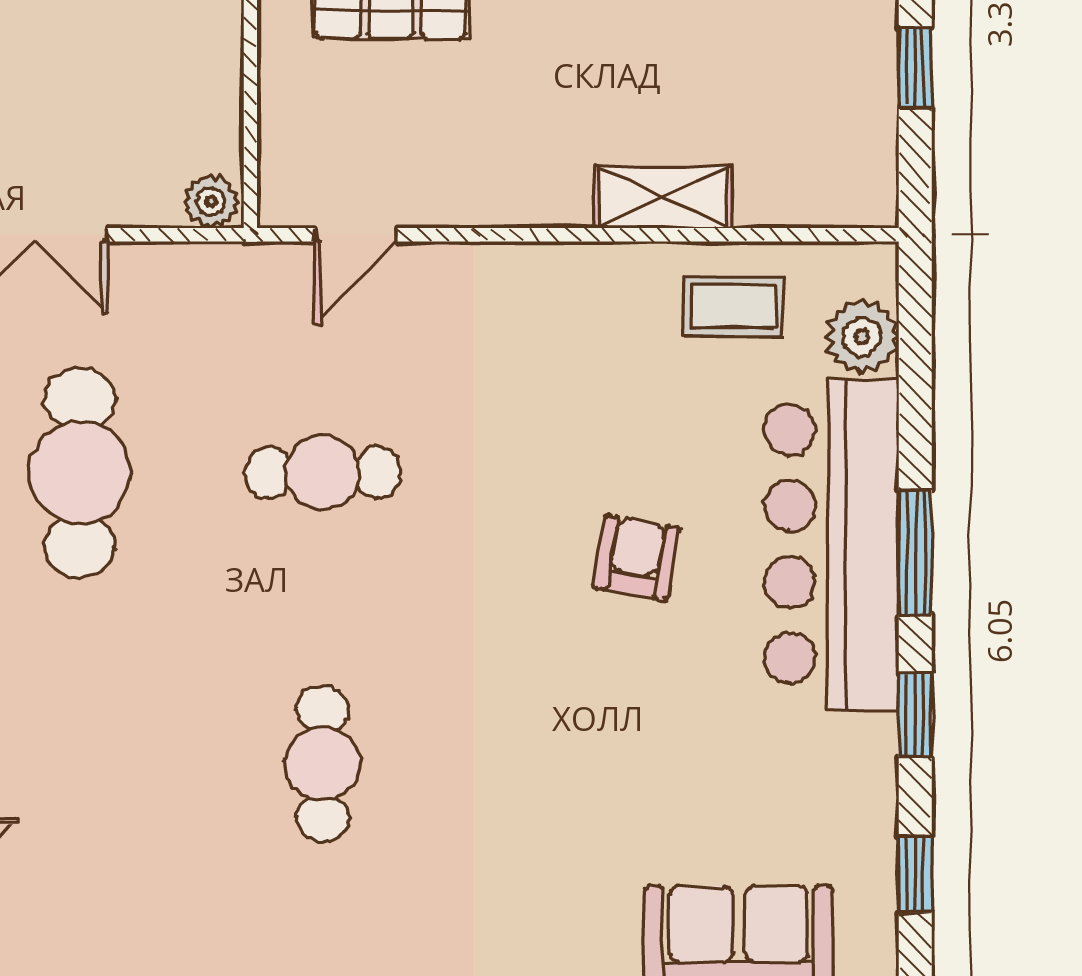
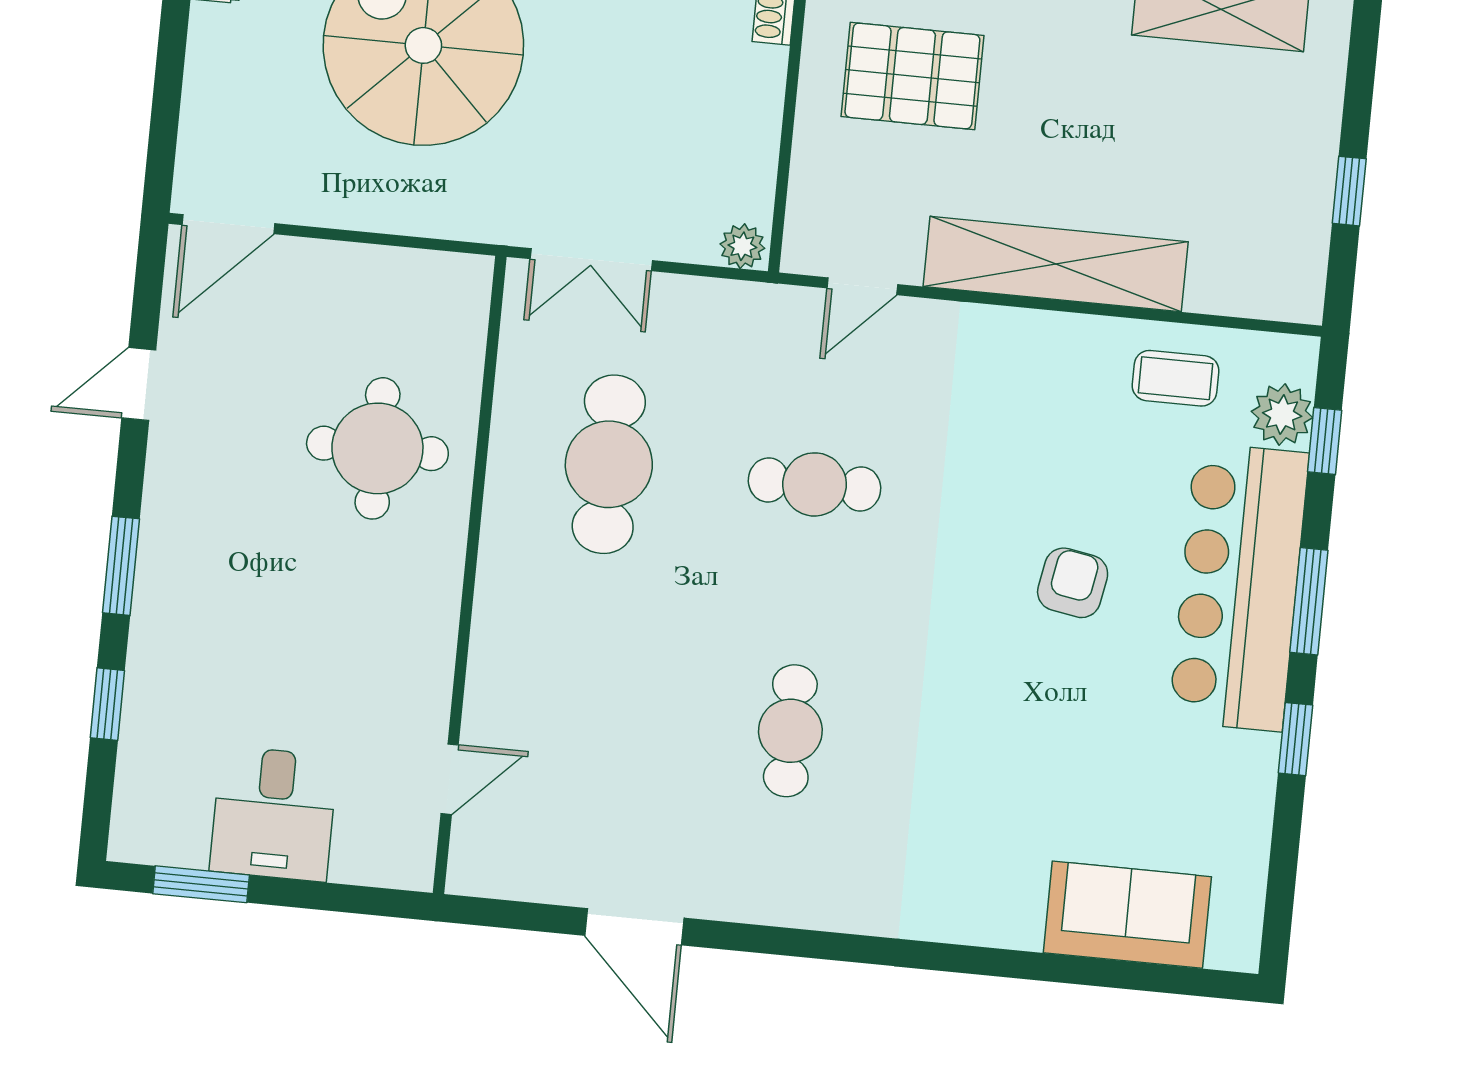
shelving: (663, 197) -> (1056, 264), width x2.20, depth x1.33
window: (915, 874) -> (1325, 441), moved

